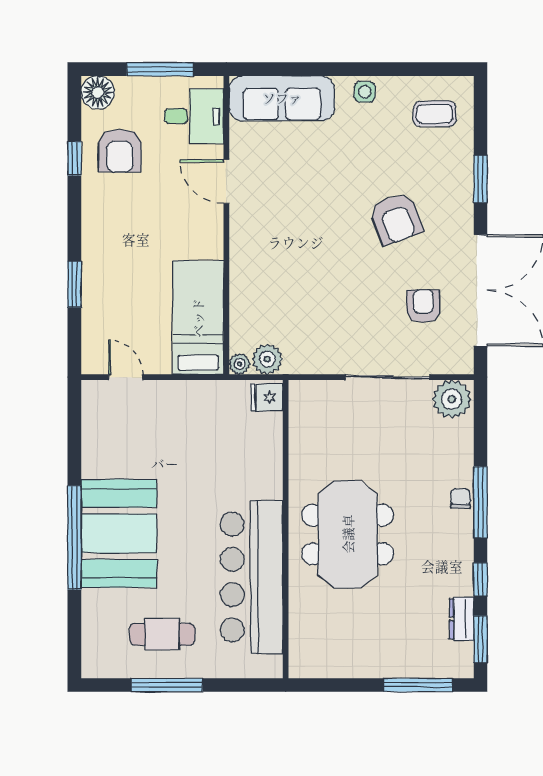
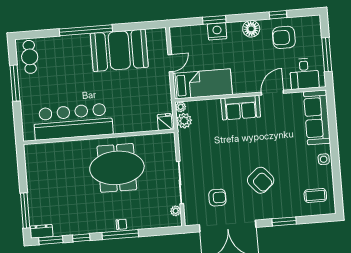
floor lamp: (98, 92) -> (251, 29), moved
coffee table: (435, 114) -> (315, 195), turned 90
armchair: (396, 219) -> (261, 180), turned -111
sofa: (251, 246) -> (241, 108), added
nightstand: (97, 281) -> (217, 31), added
door: (126, 377) -> (170, 63), moved
plant: (452, 399) -> (176, 211), width x0.53, depth x0.53
booth: (119, 533) -> (119, 50), moved
meeting table: (348, 534) -> (117, 168), moved
dresser: (462, 619) -> (41, 231), moved
cafe table: (162, 634) -> (30, 57), moved

